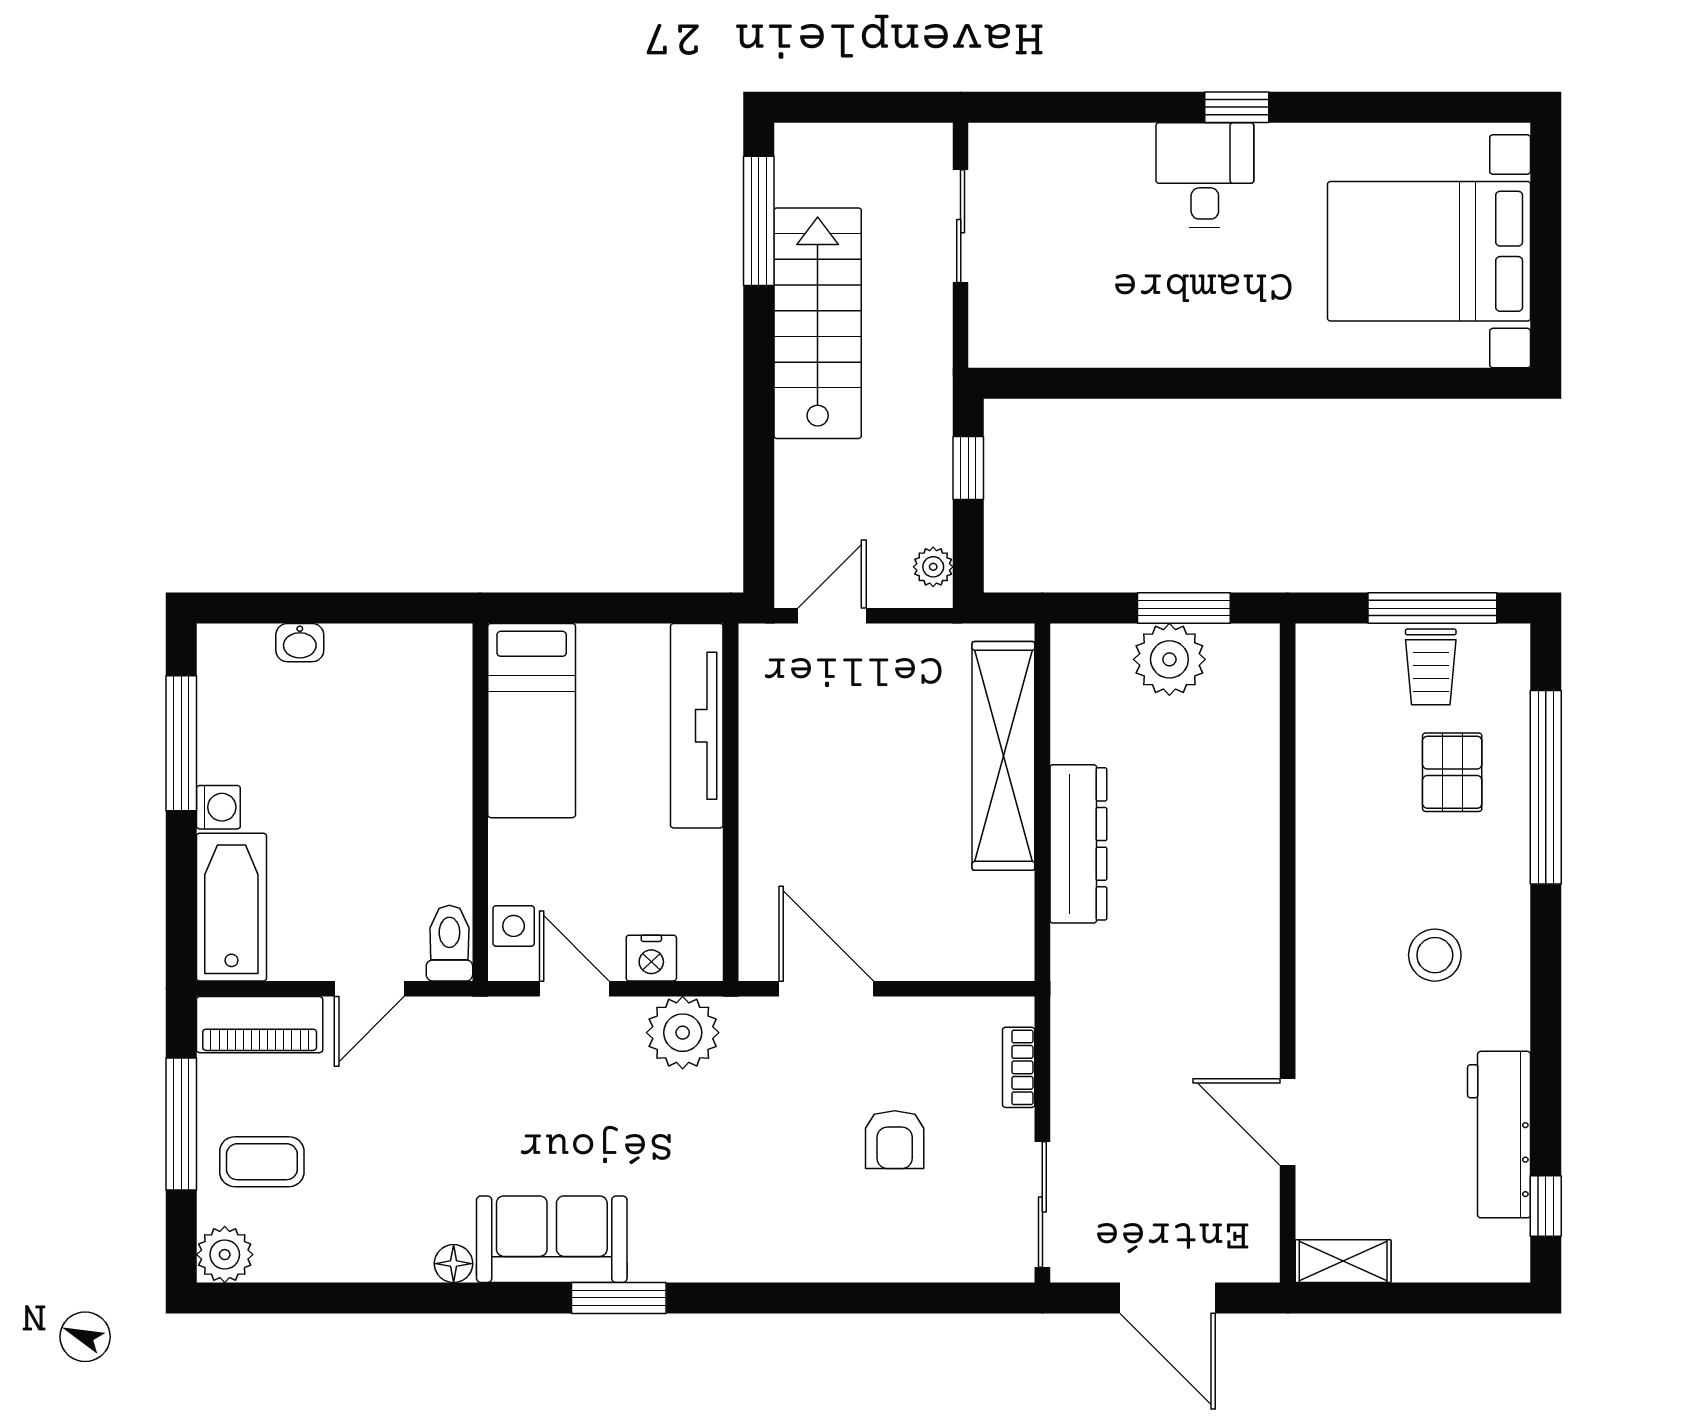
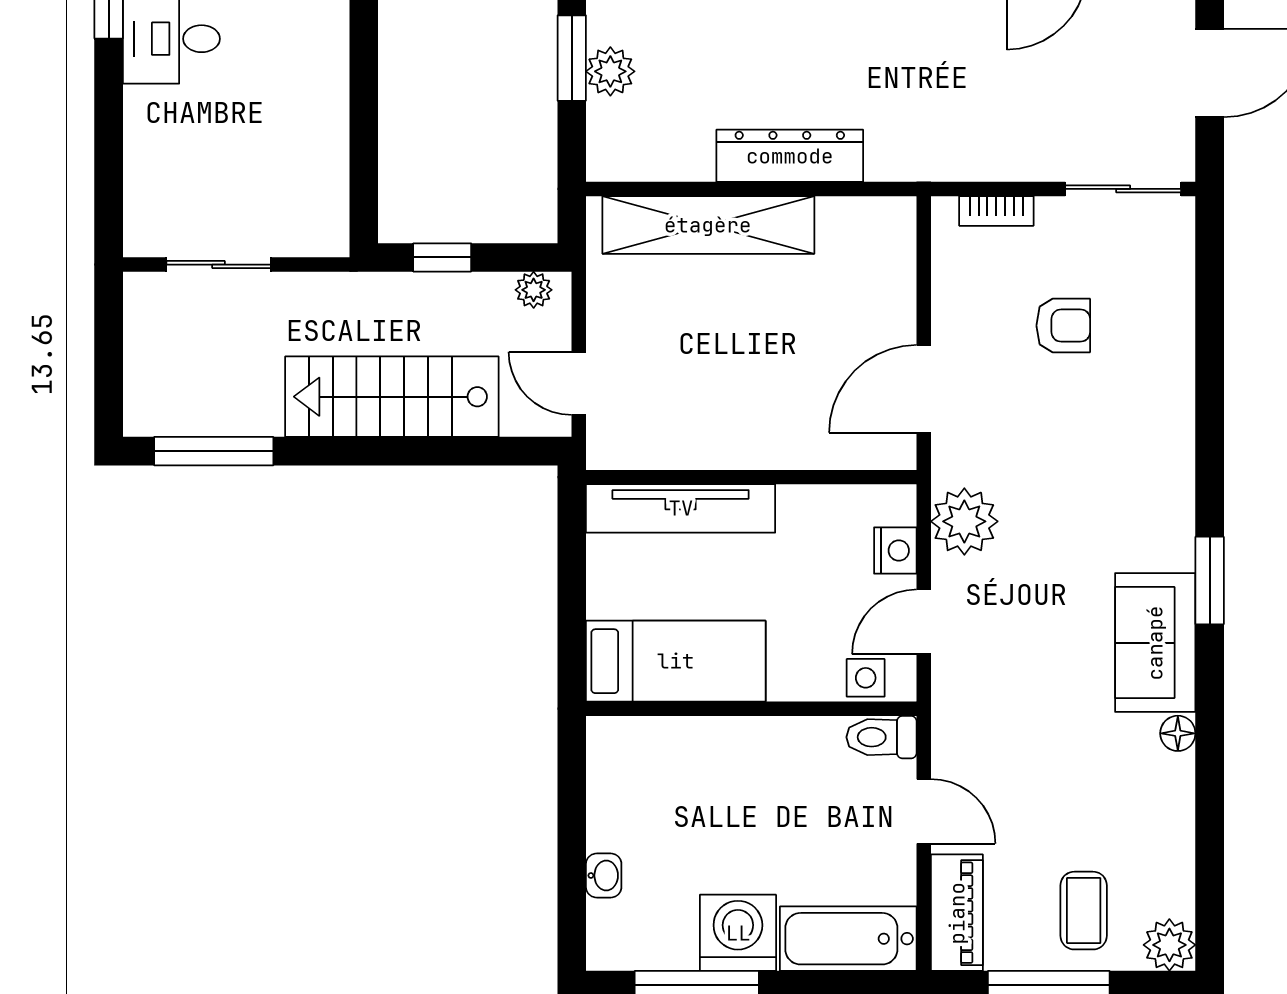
stairs: (818, 323) -> (392, 397), moved
plant: (1169, 659) -> (610, 71), width x0.73, depth x0.73
washing machine: (218, 807) -> (738, 933), width x1.89, depth x1.89

